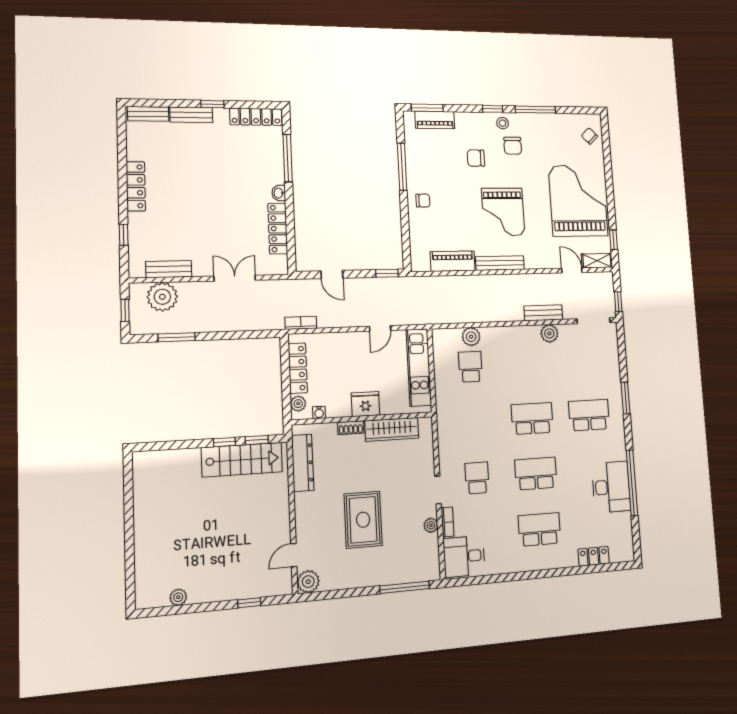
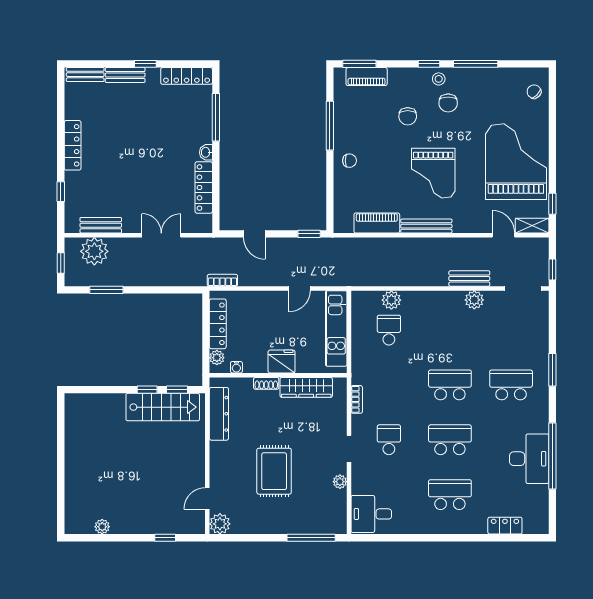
chair: (476, 158) -> (408, 116), turned -90
bookcase: (448, 522) -> (357, 399), moved

